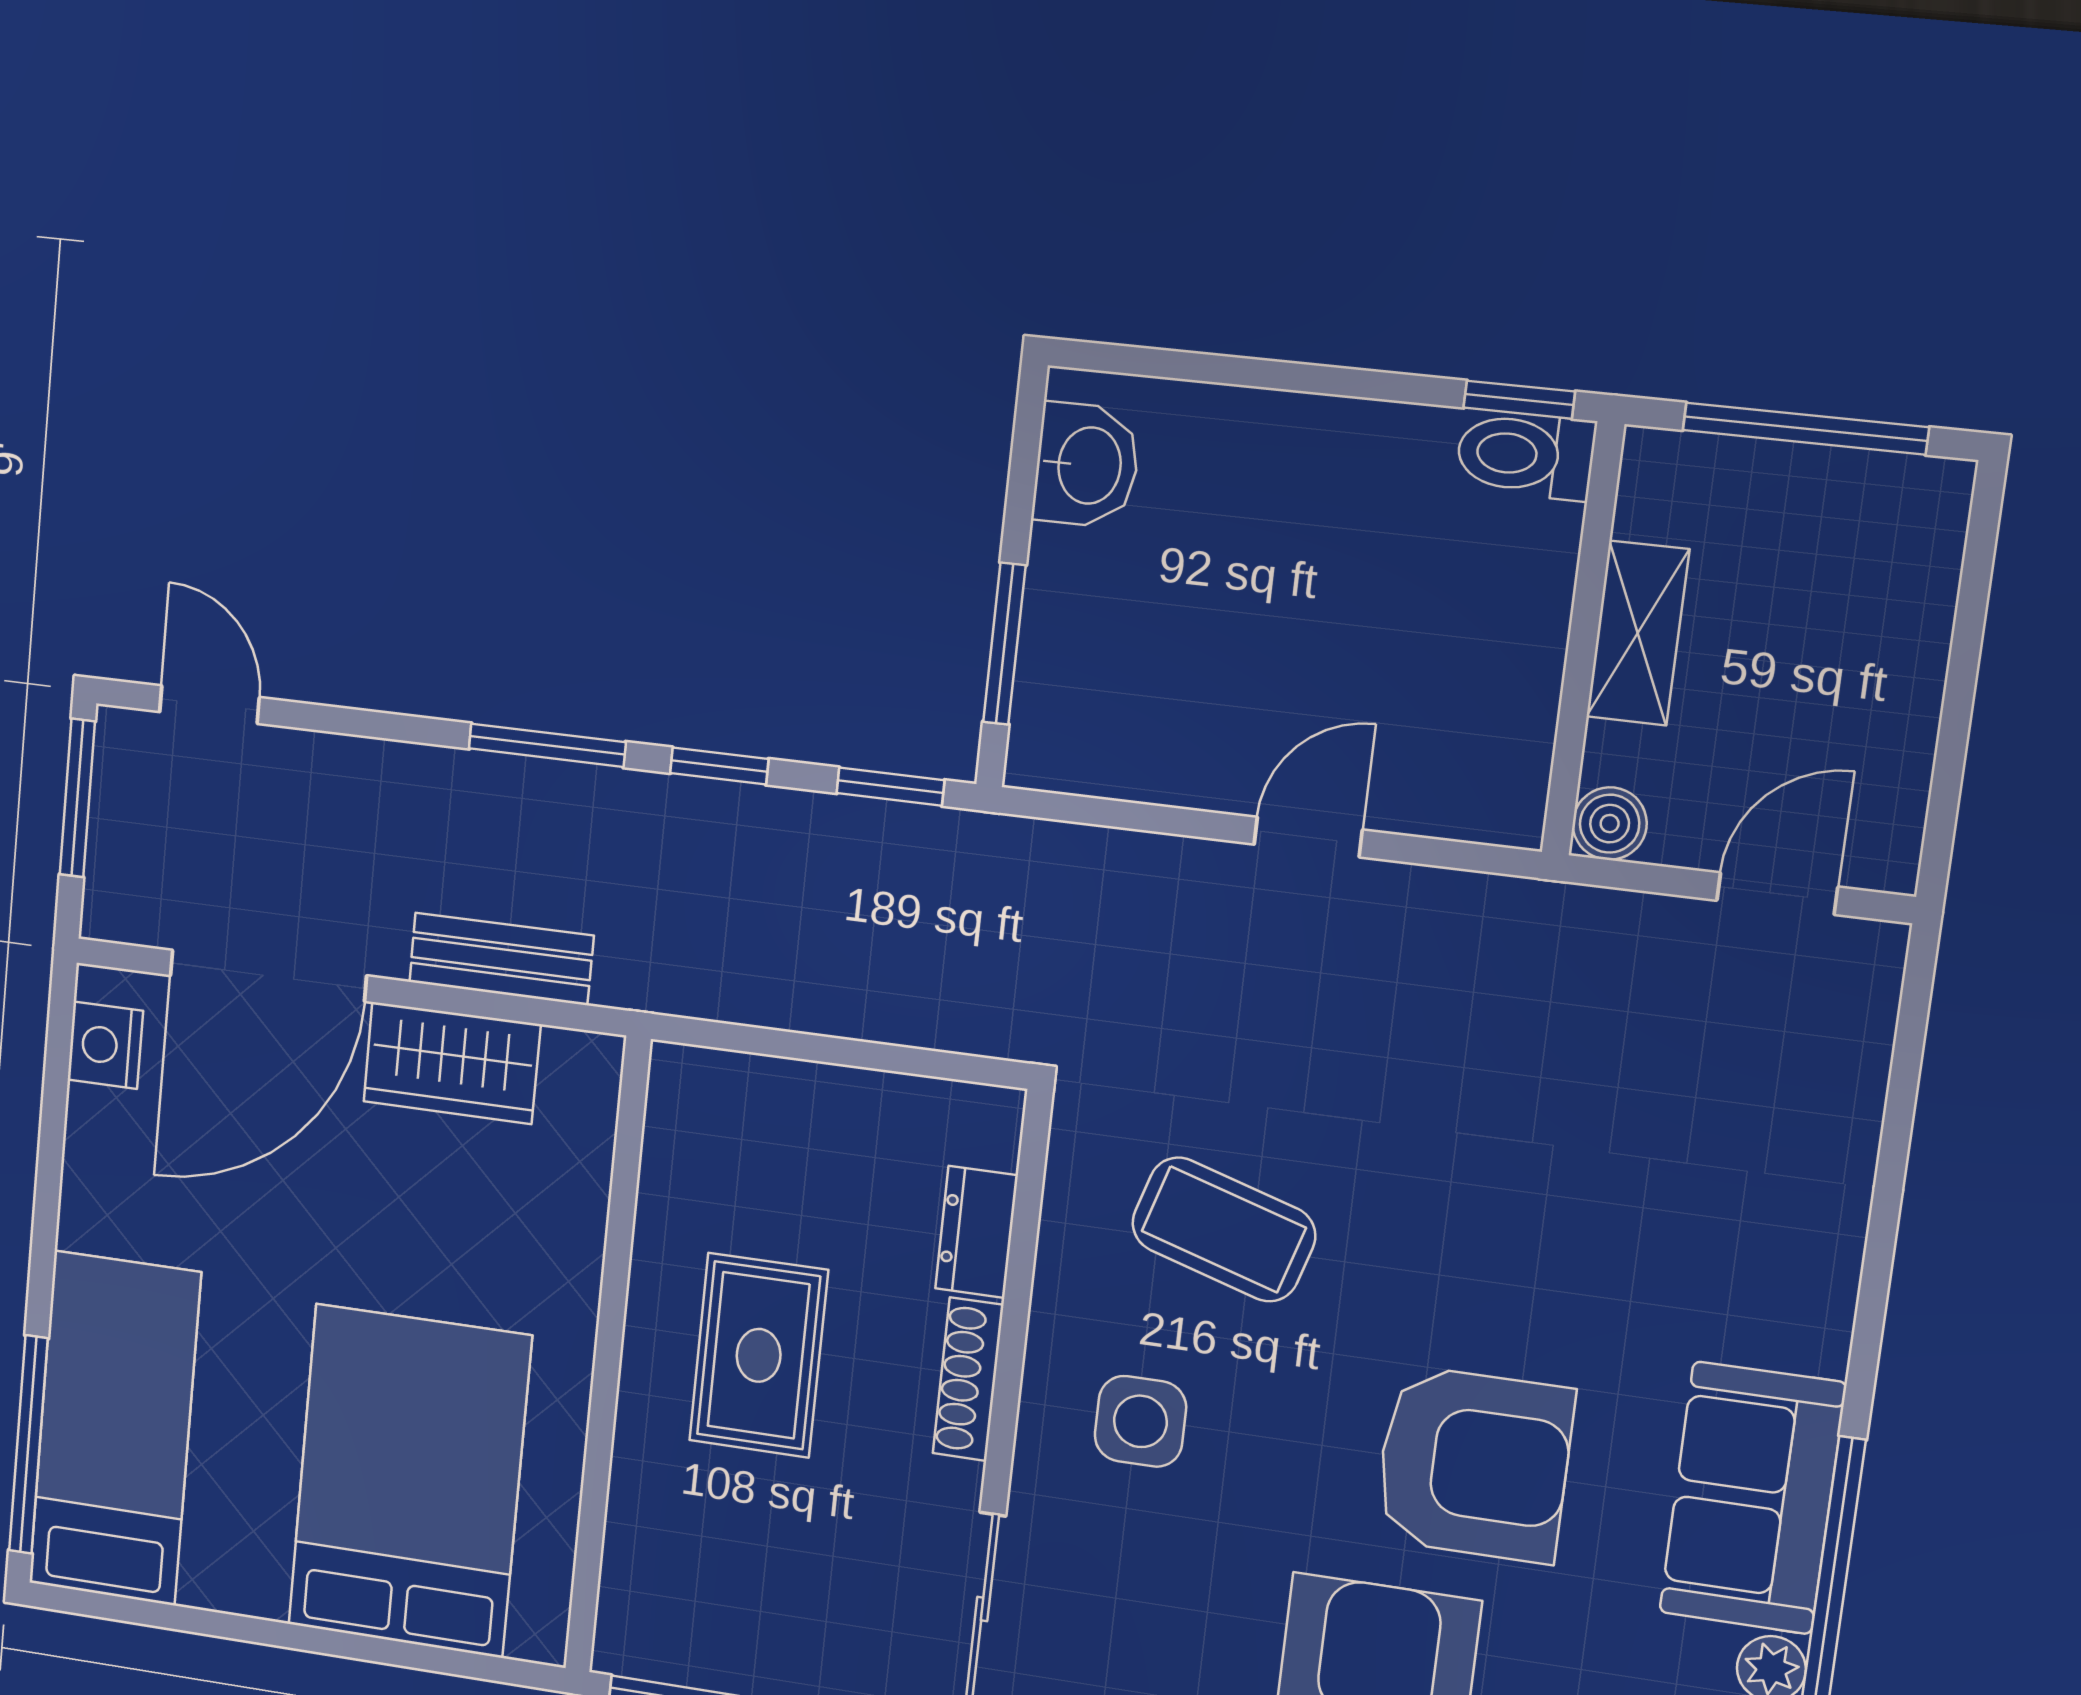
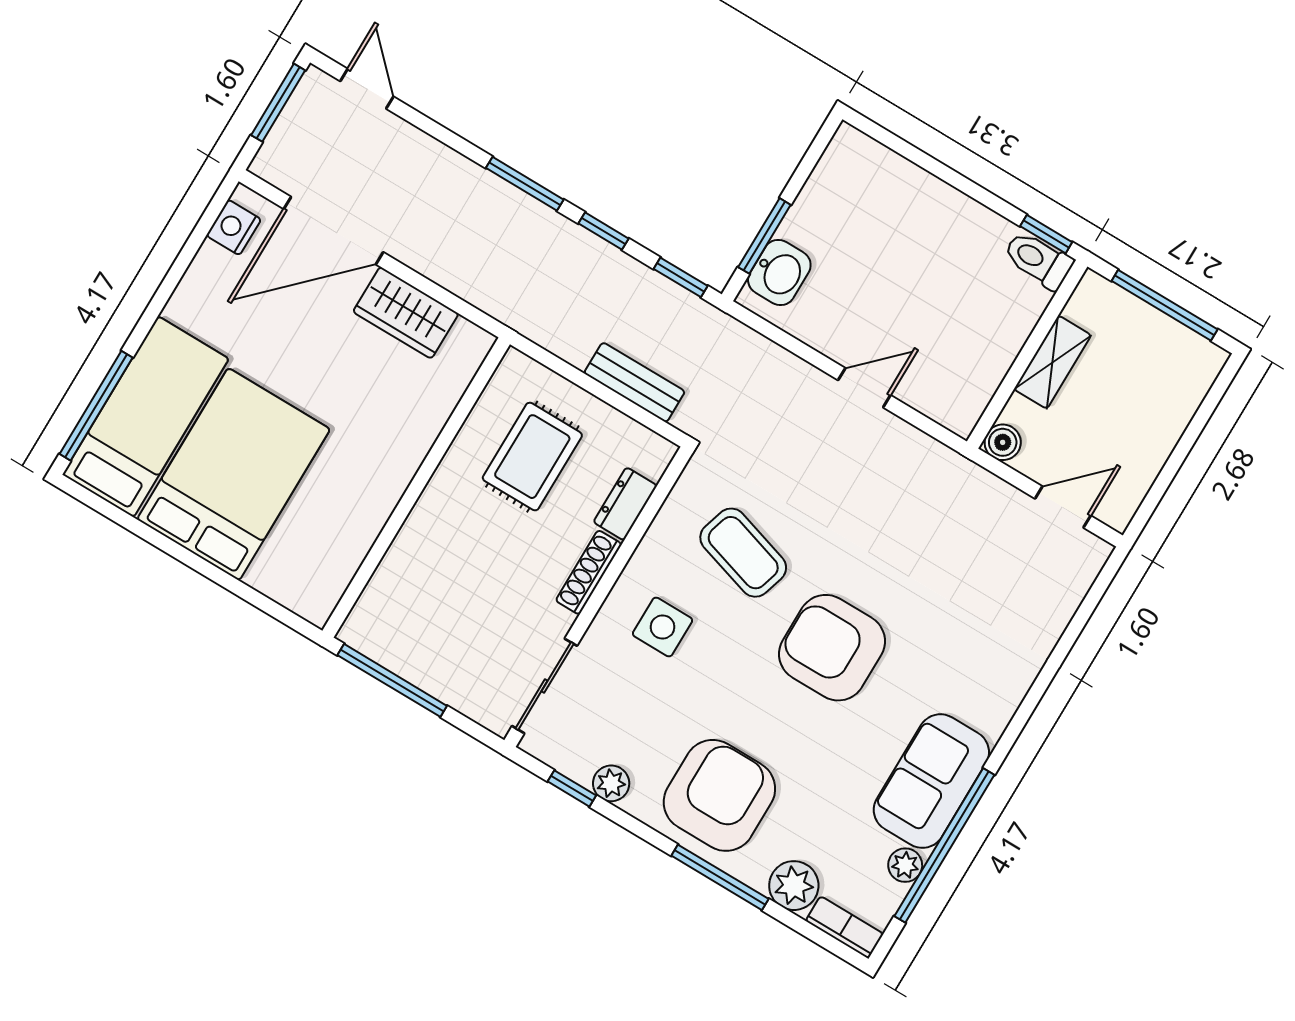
washbasin: (1087, 465) -> (779, 272), moved
bench: (501, 959) -> (634, 382), moved
rug: (759, 1355) -> (532, 457), moved
armchair: (1474, 1464) -> (832, 648), moved, turned 180
bed: (409, 1481) -> (234, 474), moved

